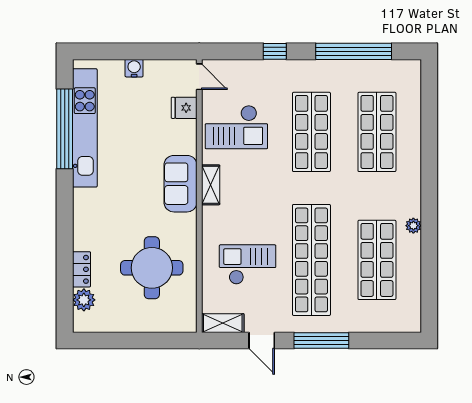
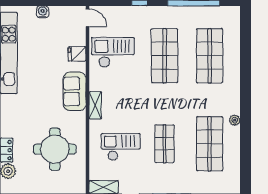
fridge: (184, 108) -> (77, 54), moved
checkout: (236, 127) -> (113, 52), turned 180
shelving: (211, 185) -> (95, 105), moved
shop shelf: (311, 260) -> (165, 144), width x0.50, depth x0.74

